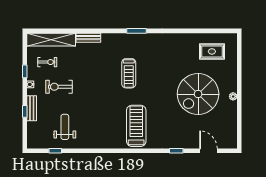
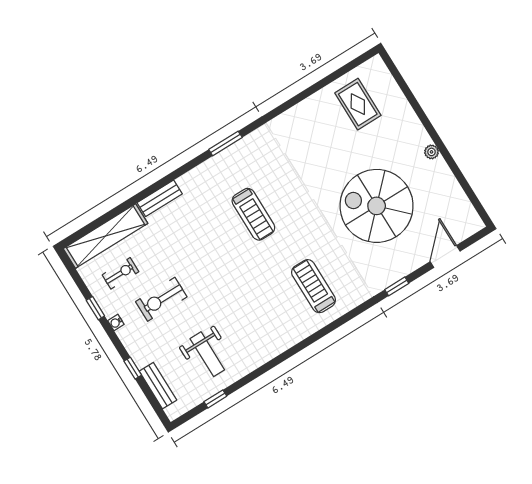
rug: (212, 51) -> (358, 104), turned 90
spiral stairs: (198, 94) -> (377, 206), moved, turned 90
bench: (32, 108) -> (158, 386), moved
treadmill: (136, 126) -> (314, 286), width x0.73, depth x0.73
weight bench: (65, 127) -> (207, 354), turned 180
door: (208, 151) -> (445, 256), hinge flipped

